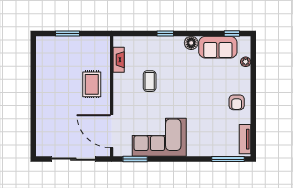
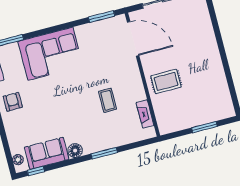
window: (165, 34) -> (104, 153), width x1.50
plant: (246, 62) -> (18, 160), moved
rug: (92, 84) -> (166, 81), turned 90
corner sofa: (159, 137) -> (50, 54), moved

